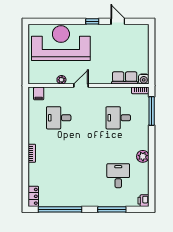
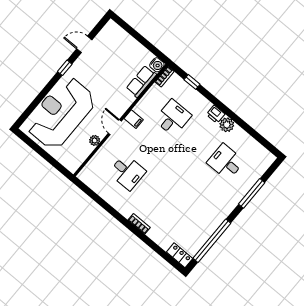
filing cabinet: (39, 93) -> (134, 119), moved
window: (152, 111) -> (192, 82), width x0.46
desk: (59, 118) -> (127, 172), turned -90
desk: (118, 118) -> (173, 118), turned 180
printer: (143, 201) -> (215, 114), moved

